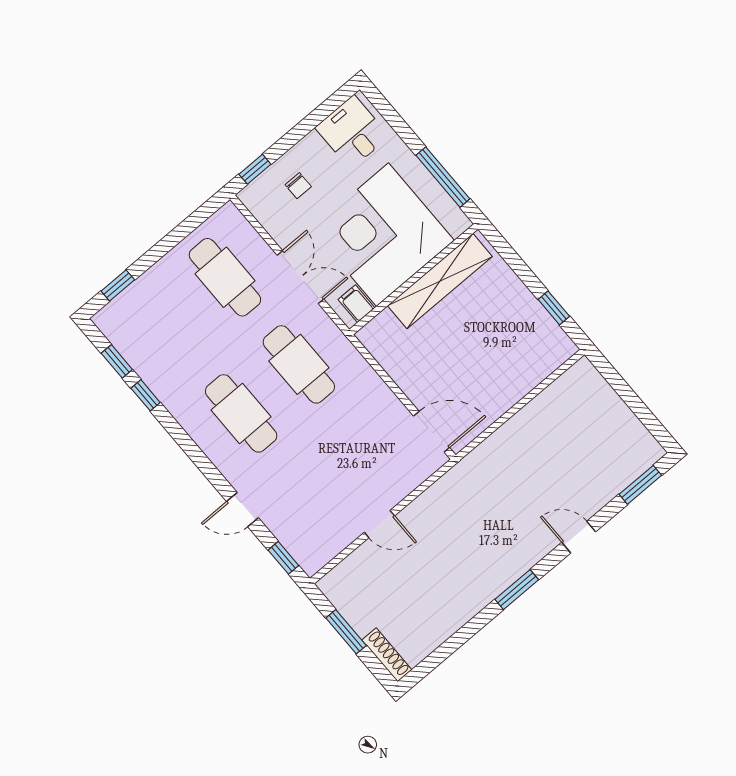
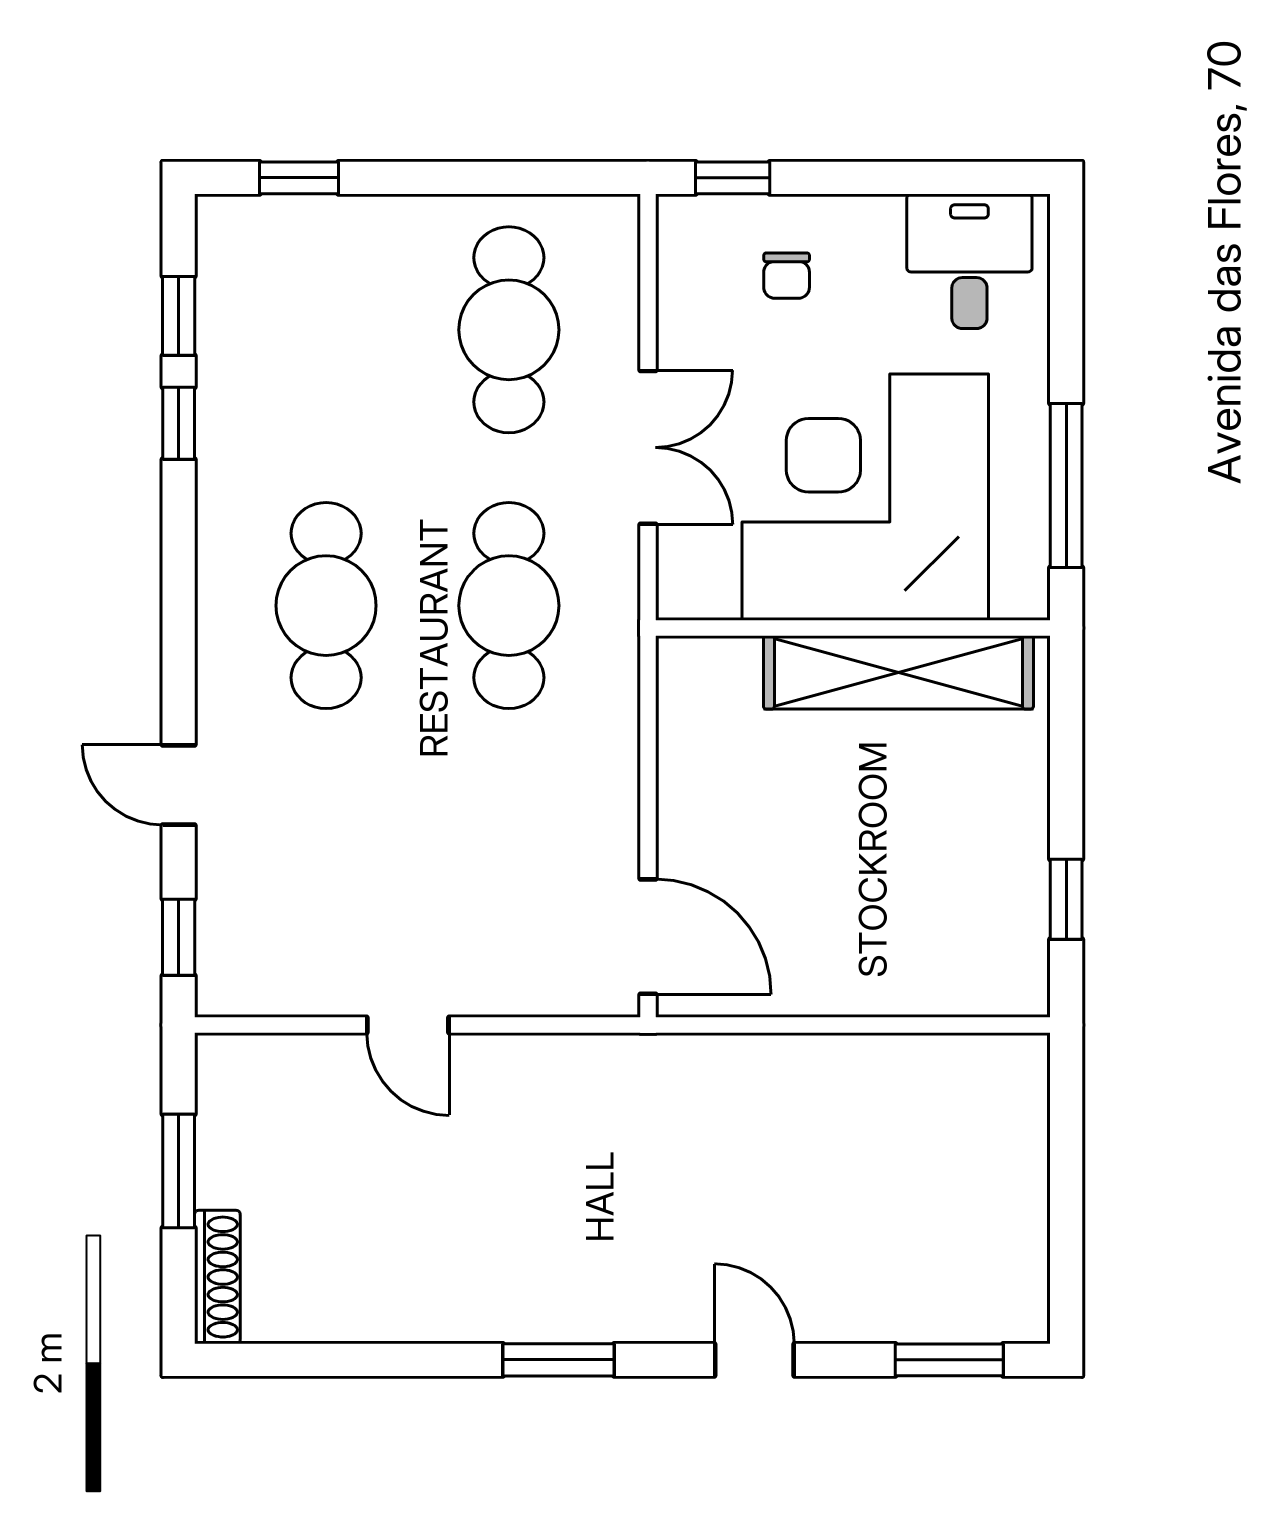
filing cabinet: (356, 304) -> (709, 584), removed

